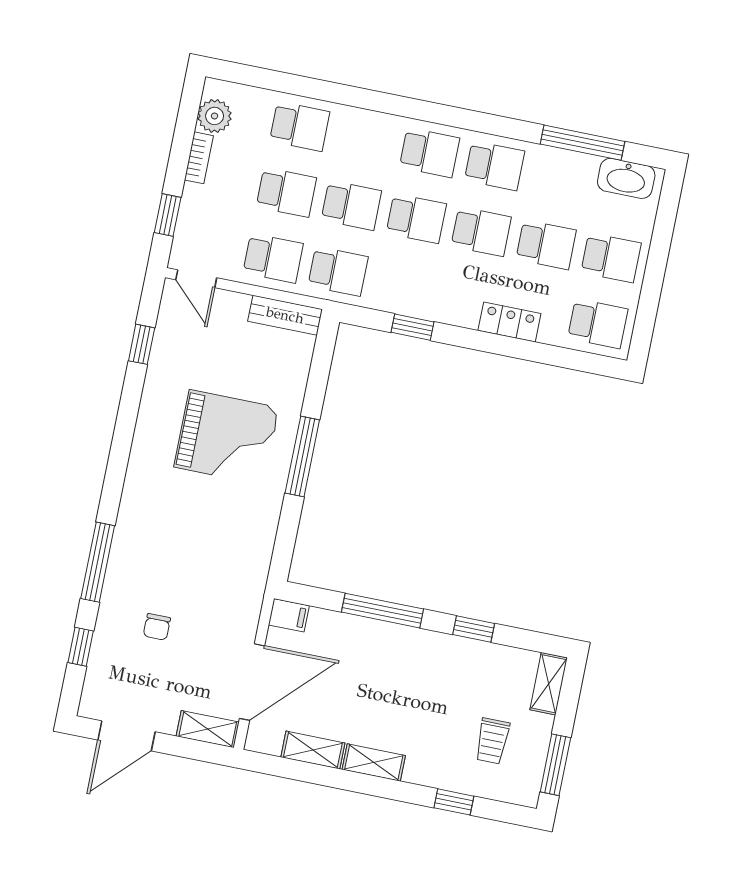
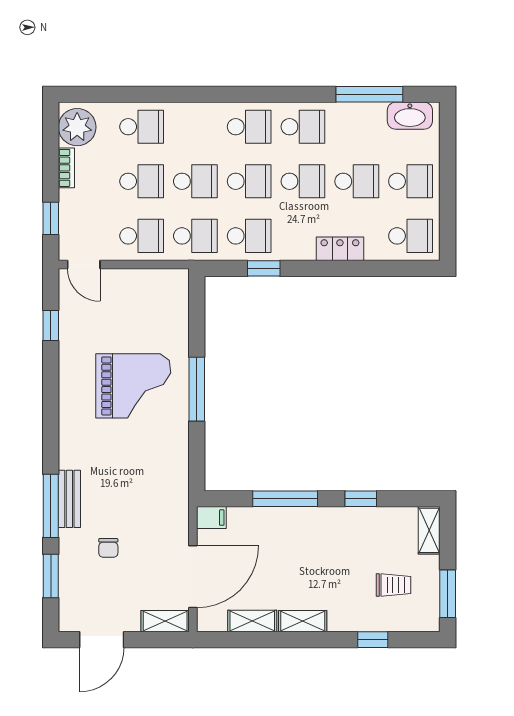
plant: (215, 116) -> (77, 127), width x1.36, depth x1.36
school desk: (403, 284) -> (249, 236), added
bench: (285, 315) -> (69, 499), moved, turned 90
window: (81, 647) -> (51, 576), width x1.50
trolley: (492, 741) -> (394, 585), turned -90

